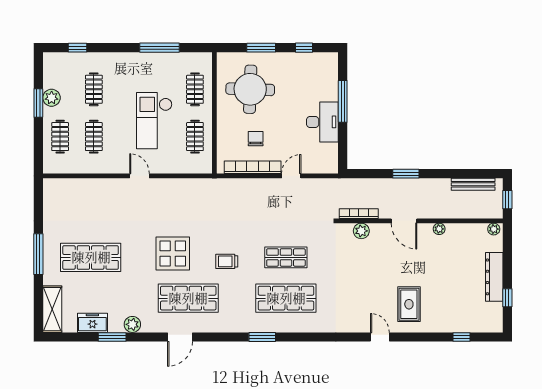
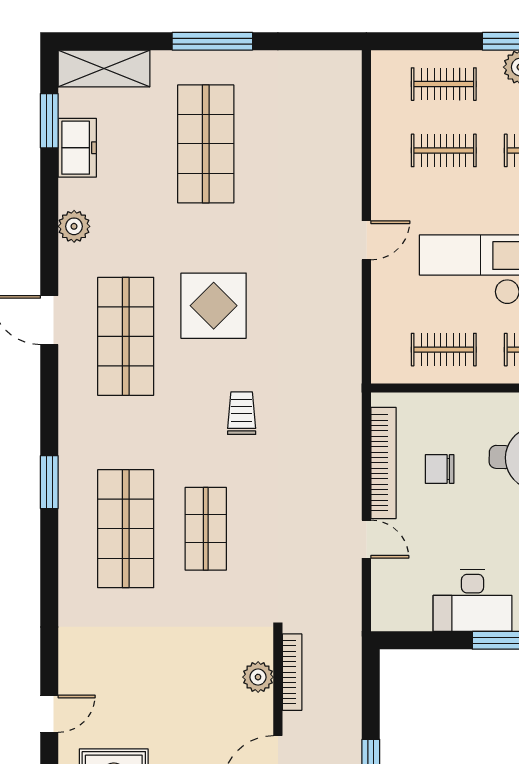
chair: (256, 139) -> (440, 469), turned 180
trolley: (227, 261) -> (242, 413), moved
window: (112, 337) -> (49, 121), moved

